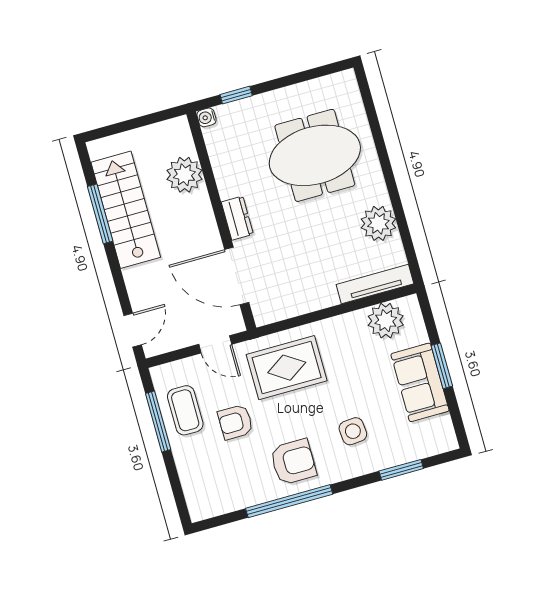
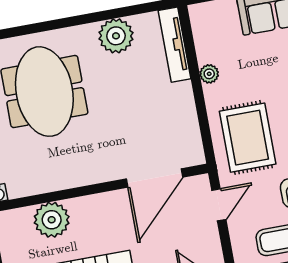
dresser: (237, 218) -> (98, 172), removed
plant: (386, 321) -> (209, 74), moved, width x0.53, depth x0.53

